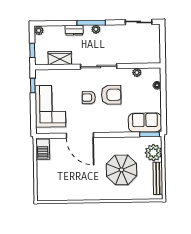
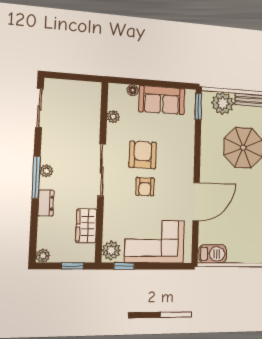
plant: (43, 76) -> (111, 250), added
sofa: (145, 122) -> (162, 100), moved, turned -90

